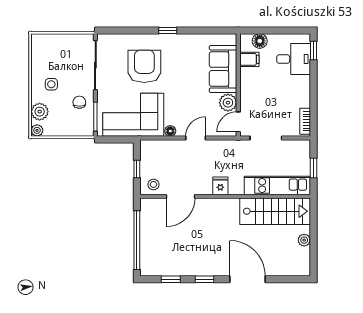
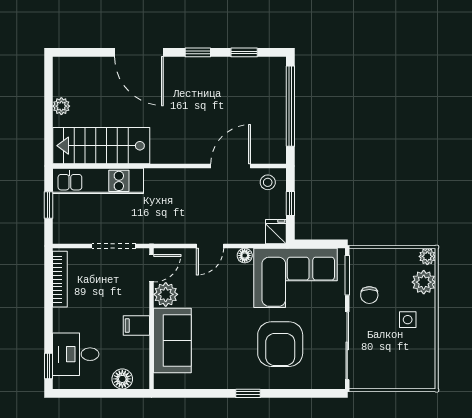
filing cabinet: (249, 59) -> (136, 326), moved
bookcase: (305, 121) -> (60, 279), width x1.56
fridge: (220, 186) -> (276, 232), moved, turned 180

